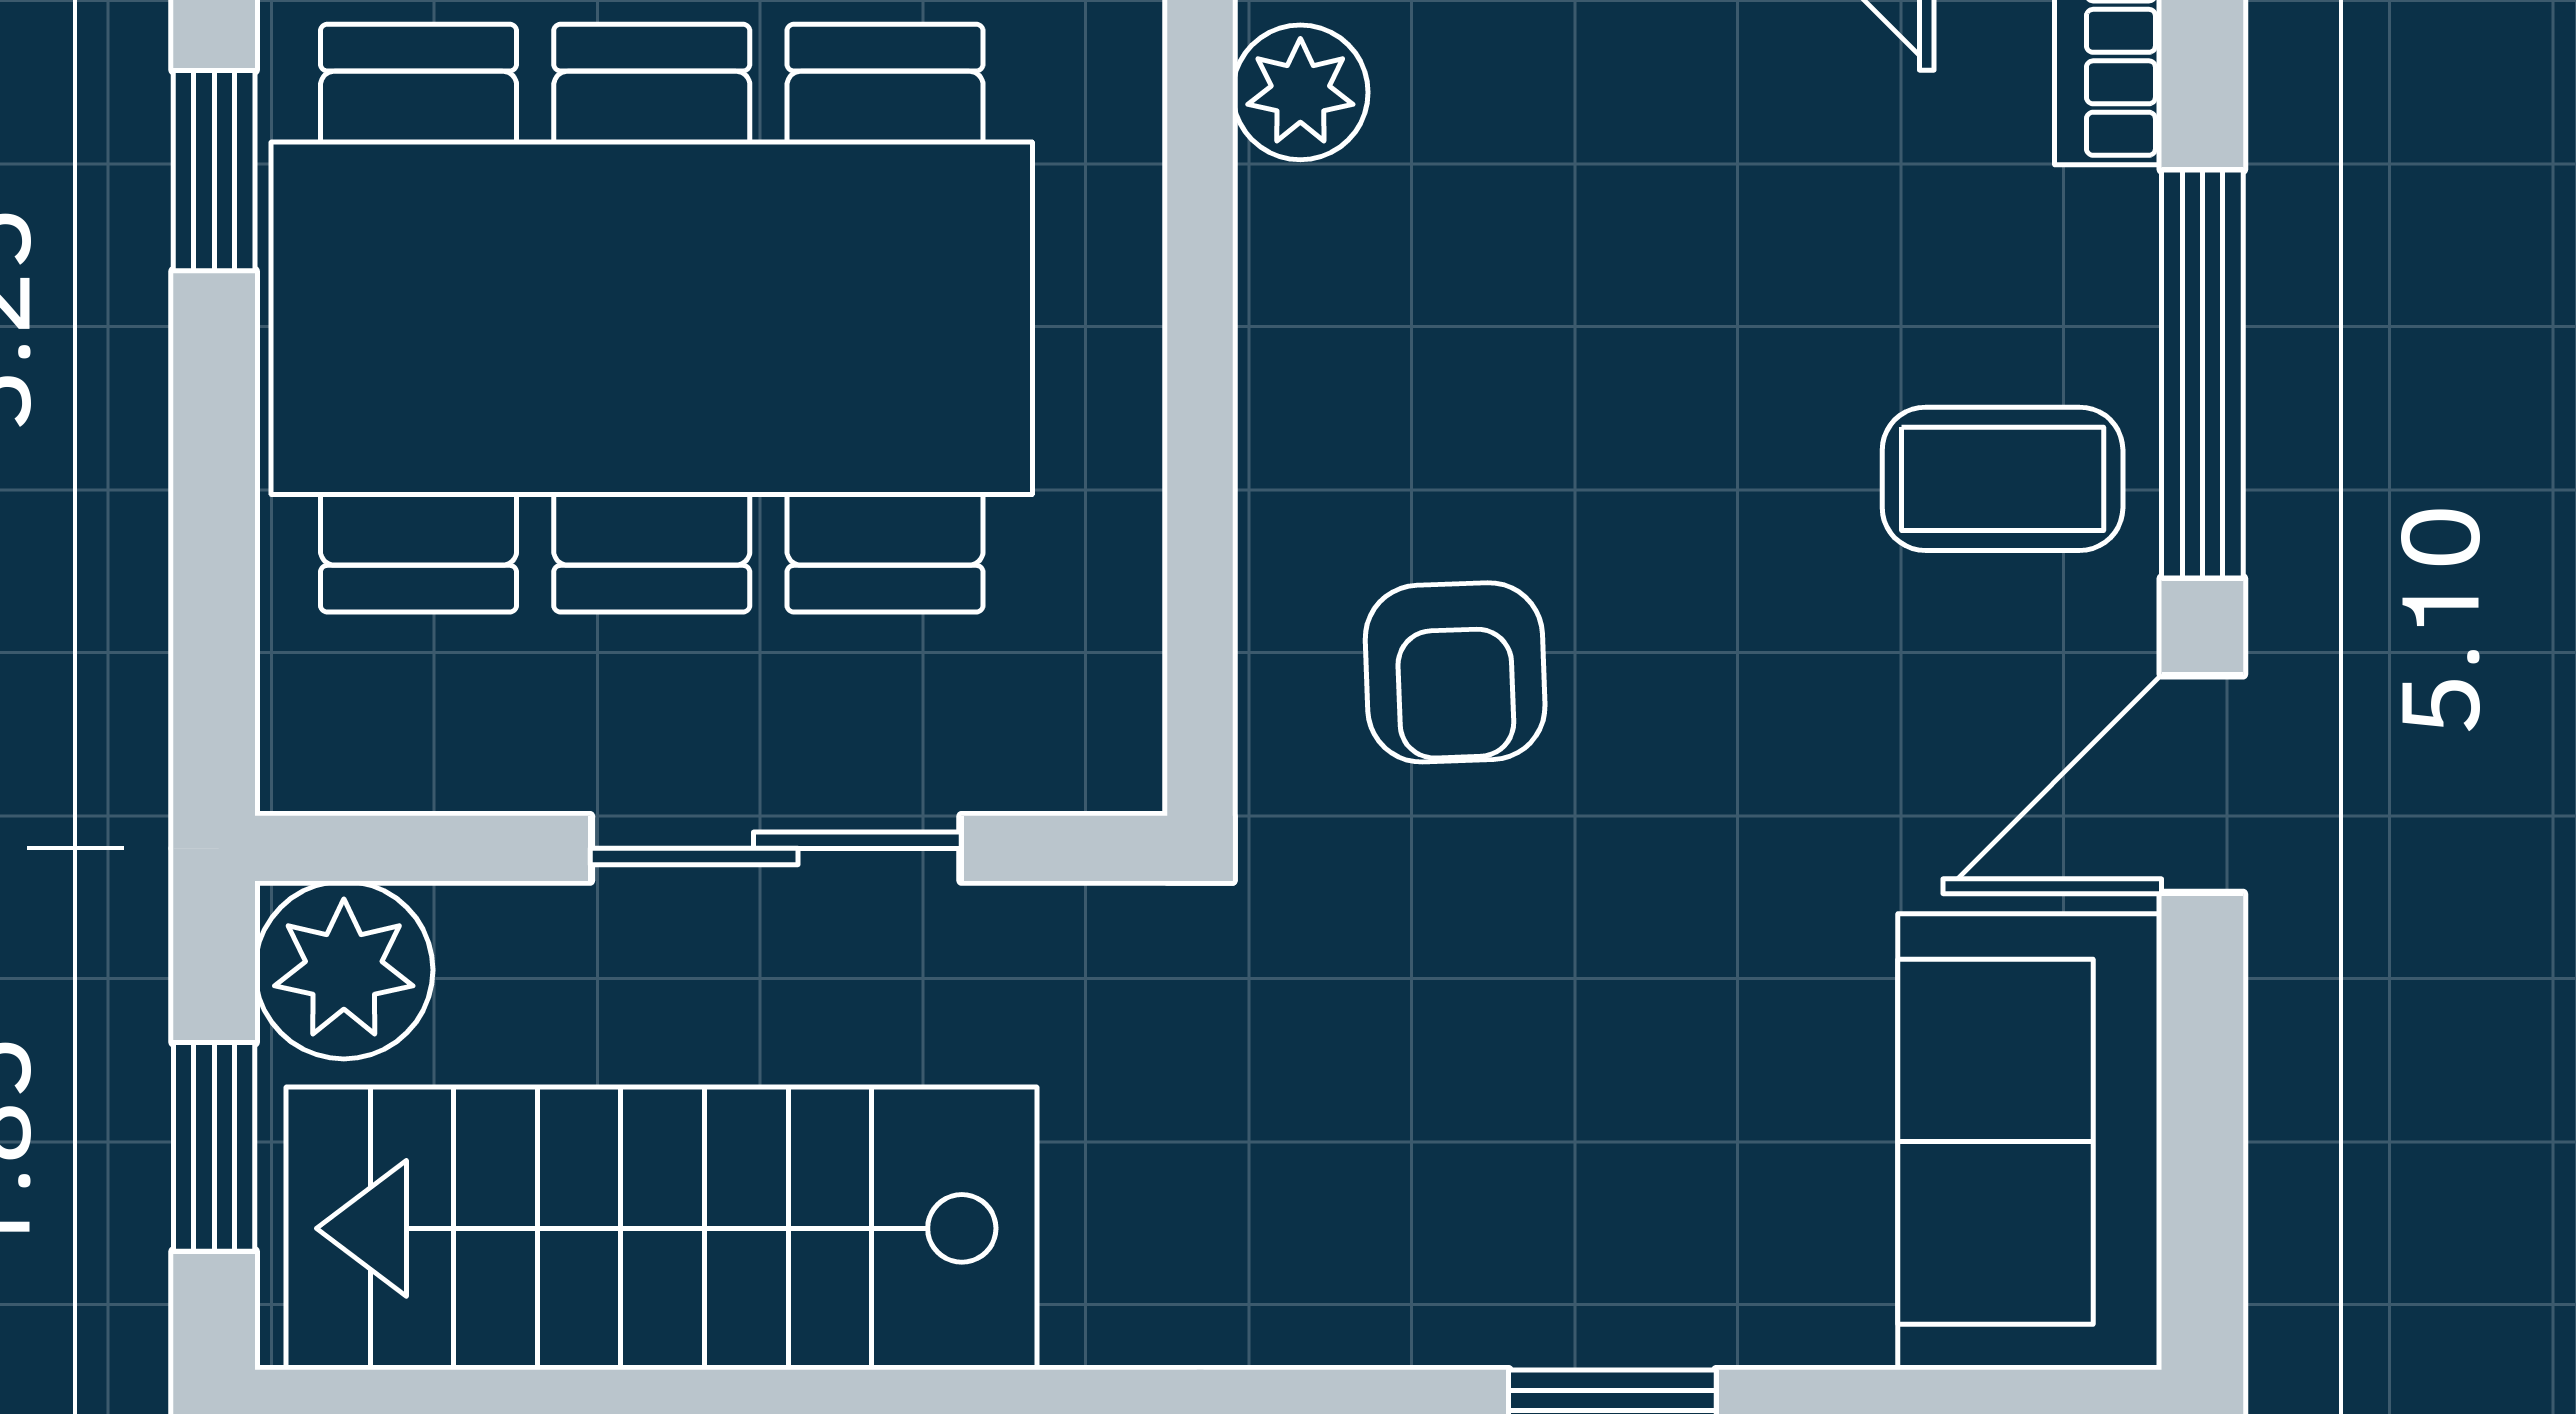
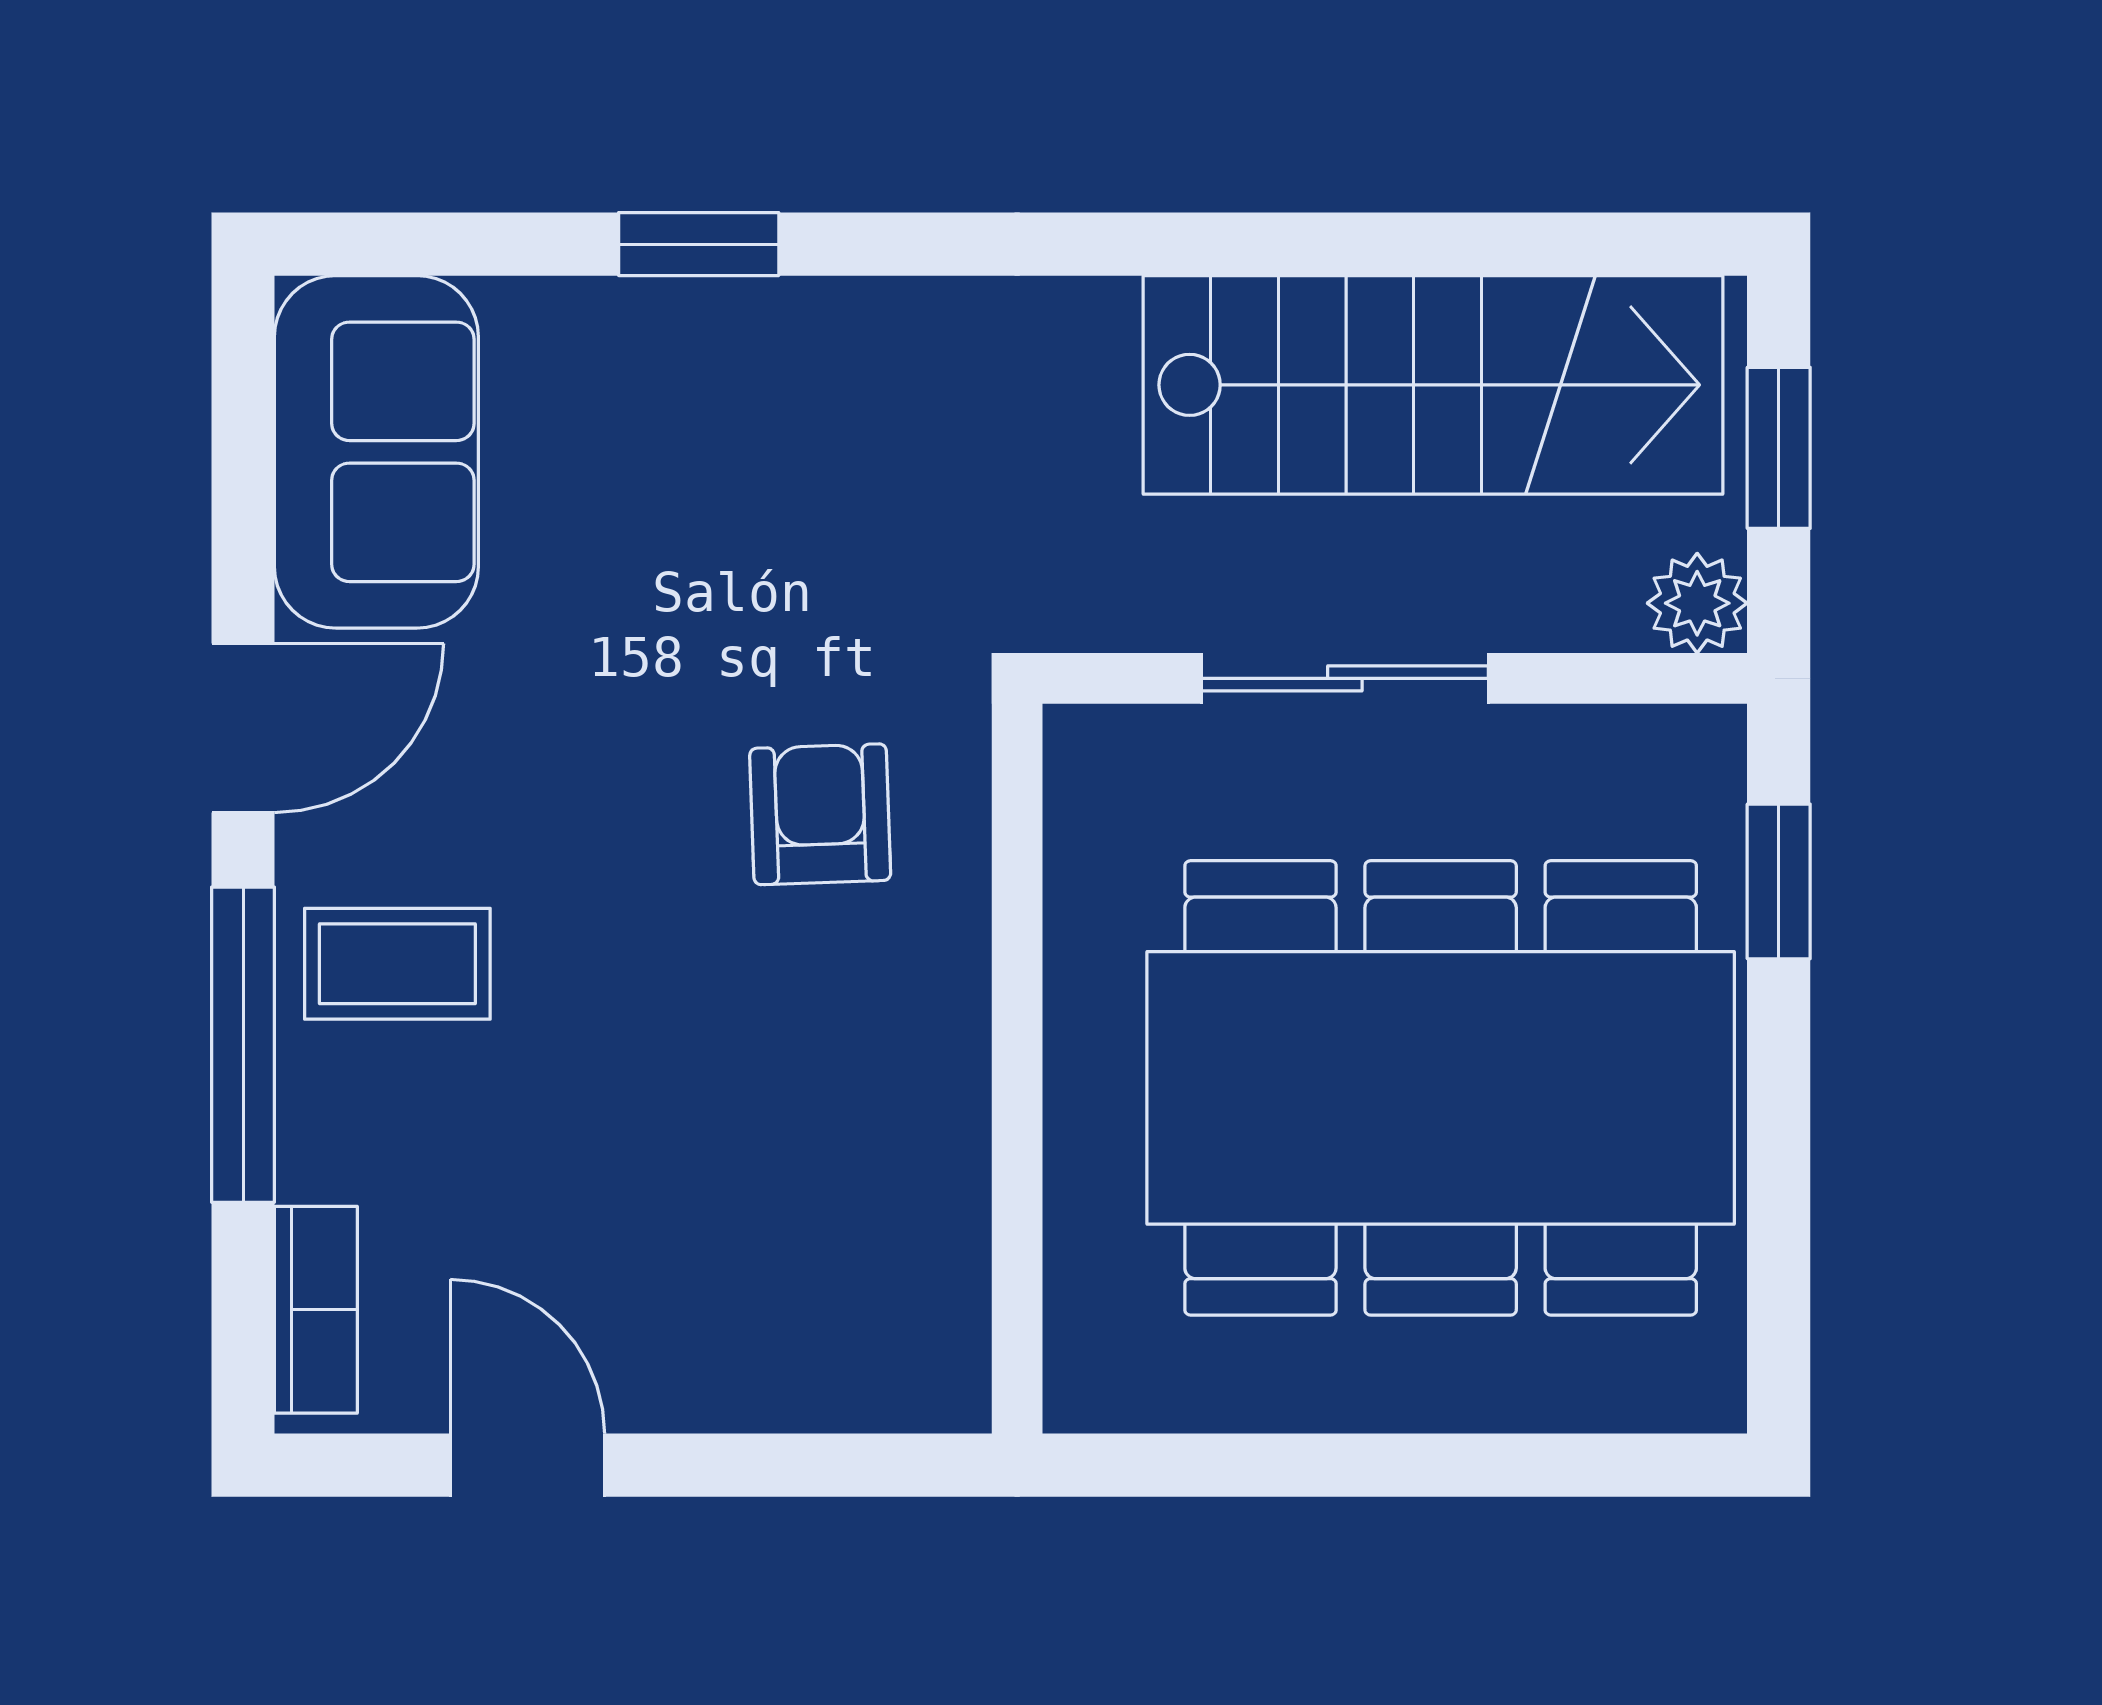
plant: (1300, 92) -> (940, 1262), removed
window: (214, 171) -> (1779, 881), moved
plant: (344, 970) -> (1697, 603), width x0.73, depth x0.73

